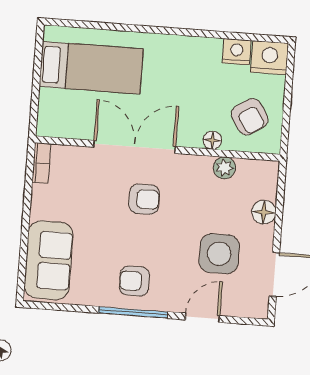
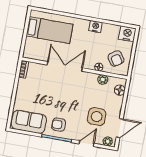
nightstand: (237, 52) -> (96, 27), moved
armchair: (144, 199) -> (67, 90), removed
floor lamp: (264, 212) -> (120, 90), moved
sofa: (49, 260) -> (29, 122), moved, turned -90
plant: (250, 308) -> (108, 141), added

